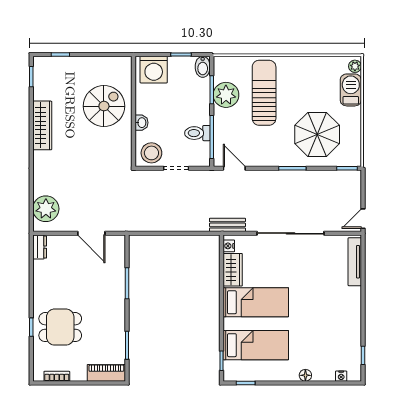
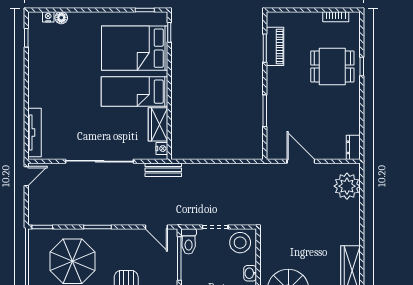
toilet: (197, 133) -> (189, 241), moved, turned 90
bed: (256, 345) -> (135, 48), width x1.50
piano: (106, 373) -> (275, 46), moved, turned -90
floor lamp: (305, 375) -> (61, 18), moved

